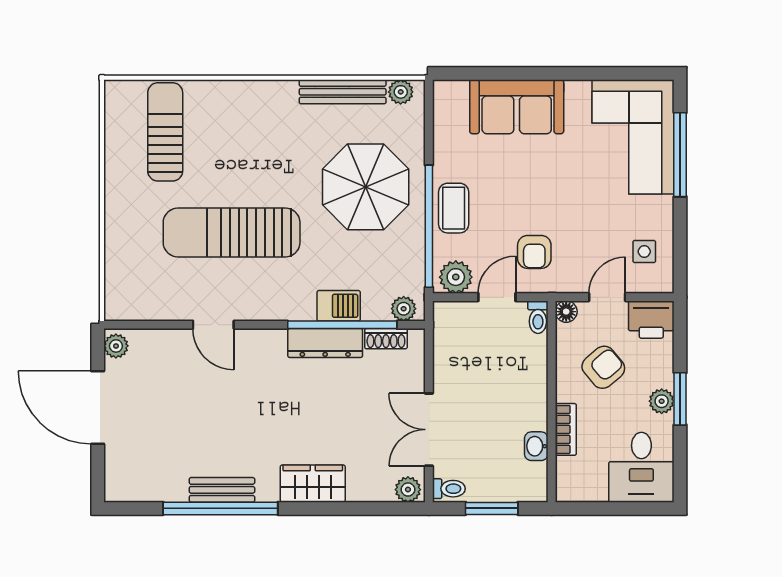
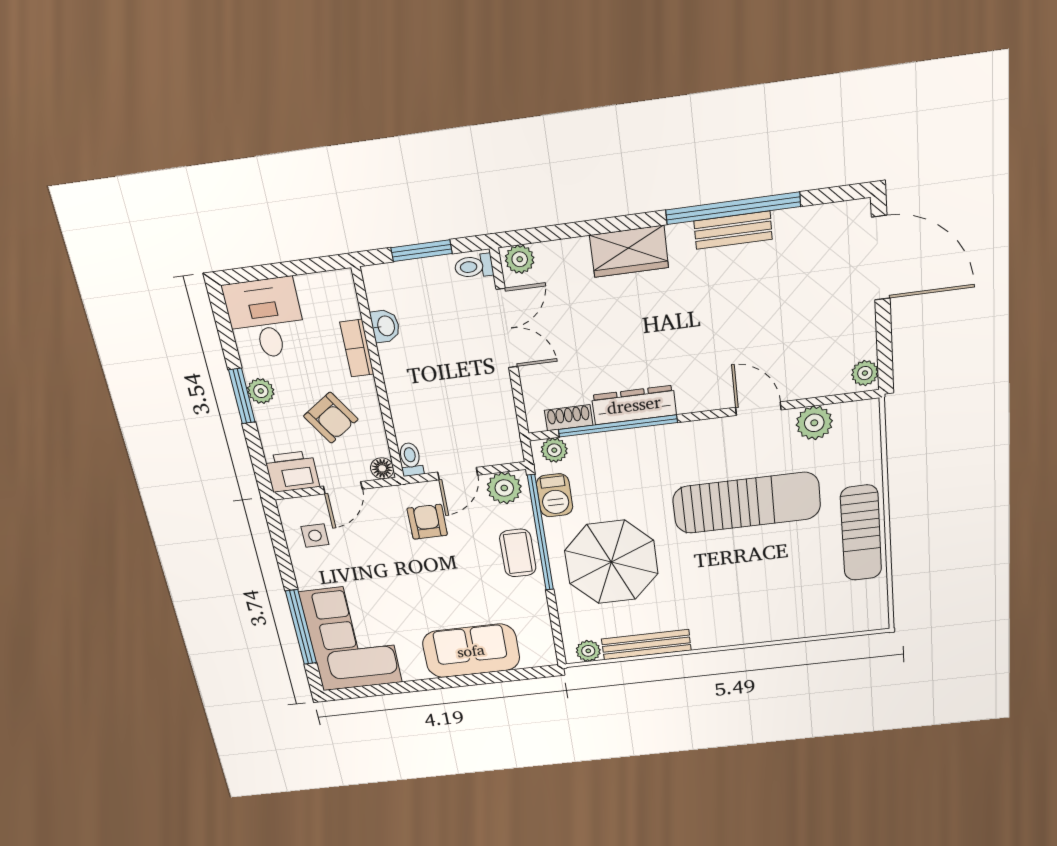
sun lounger: (165, 132) -> (861, 533), moved
plant: (164, 304) -> (814, 423), added
barbecue: (339, 306) -> (555, 495), moved, turned -90
armchair: (603, 367) -> (331, 418), turned -84
door: (98, 408) -> (881, 258), moved

